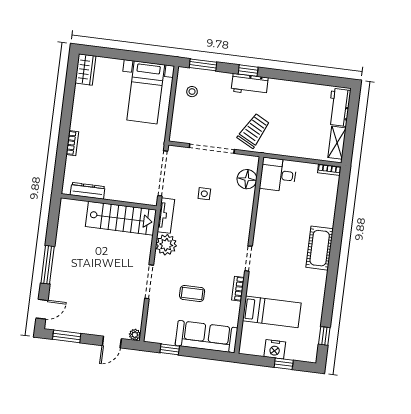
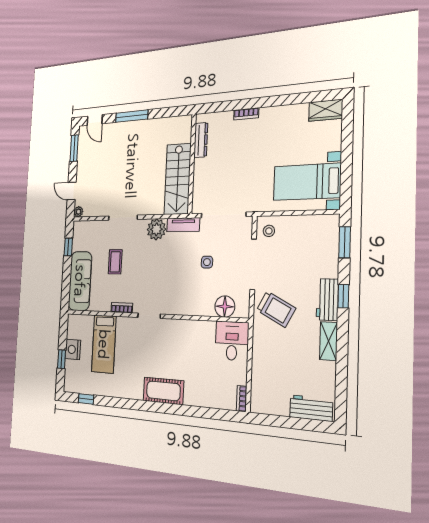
stool: (192, 92) -> (269, 231), moved
shelving: (337, 143) -> (328, 341), moved, turned 90

